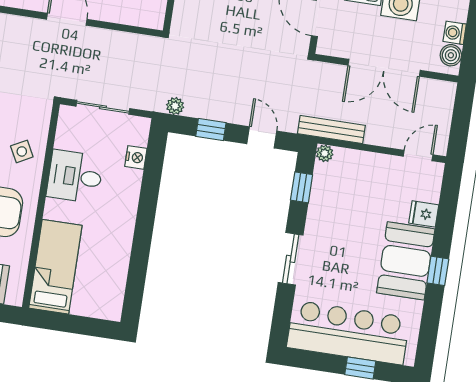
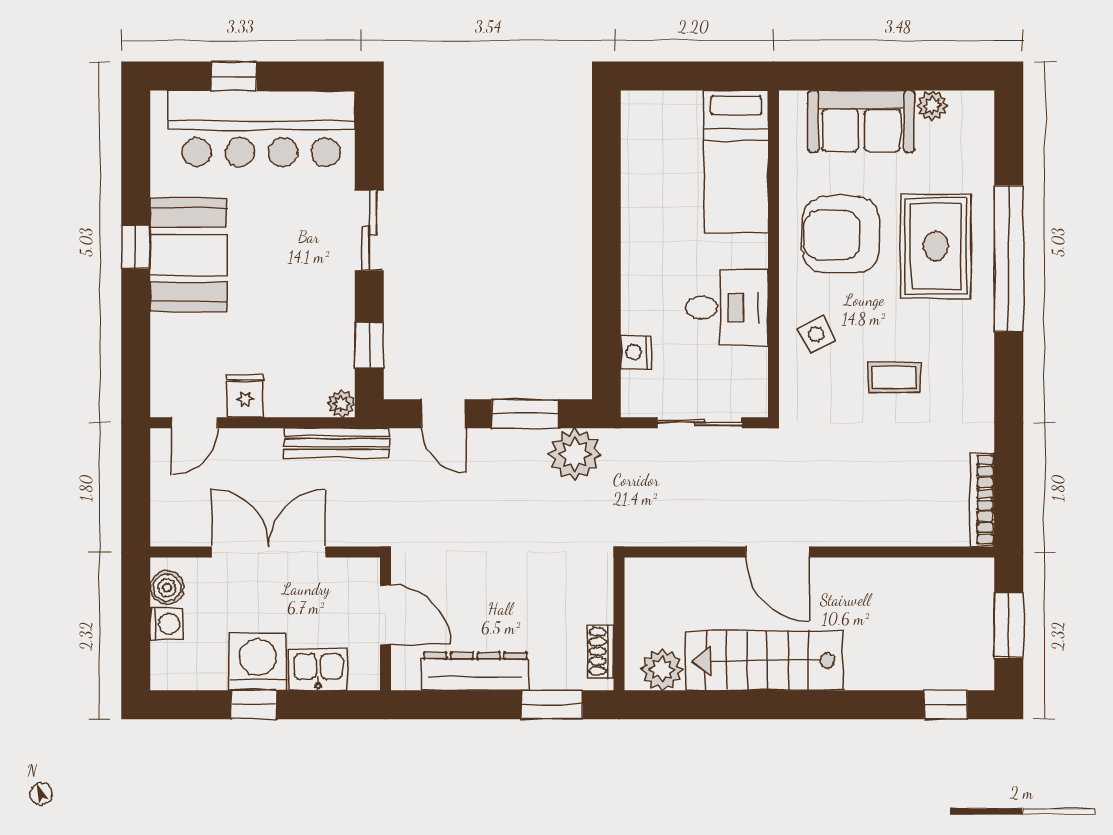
plant: (175, 106) -> (575, 454), width x1.87, depth x1.87
window: (211, 130) -> (525, 414), width x1.50
fridge: (424, 214) -> (245, 396), moved, turned -90

